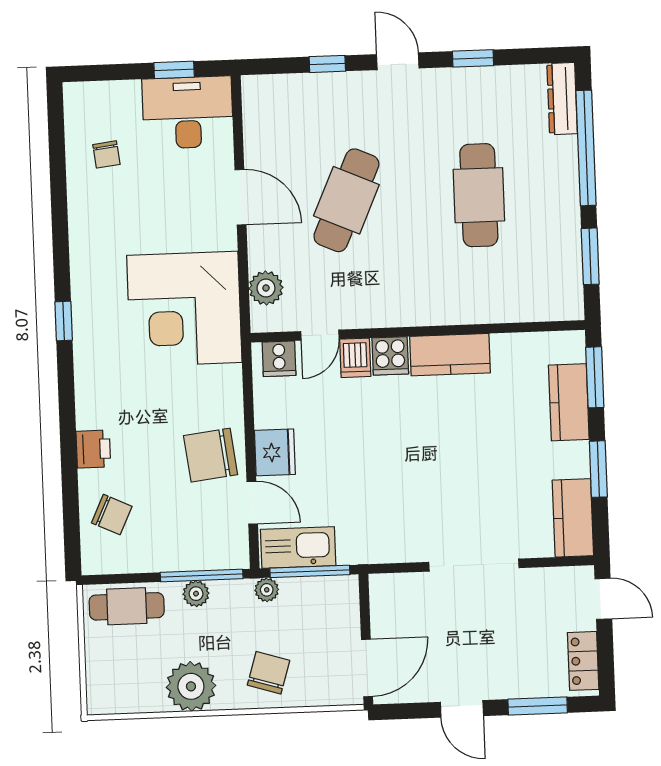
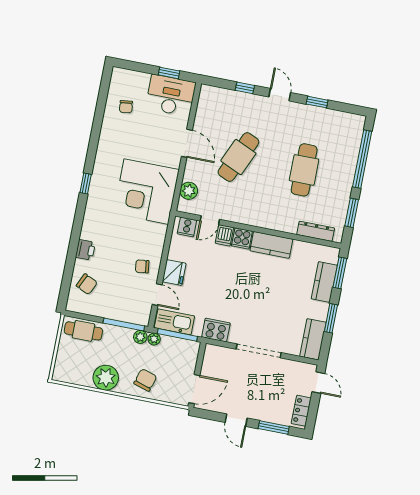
dresser: (562, 99) -> (316, 231), moved, turned 90
chair: (211, 455) -> (142, 266), width x0.54, depth x0.54
cooker: (382, 544) -> (216, 330), added
plant: (196, 594) -> (140, 337), moved

